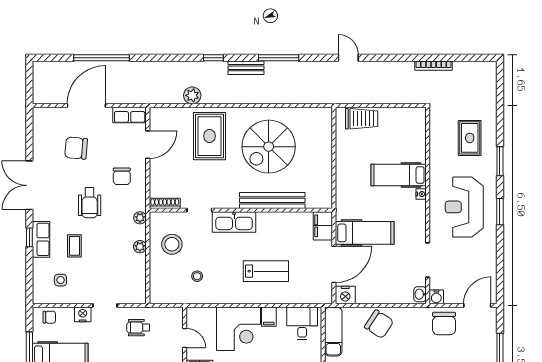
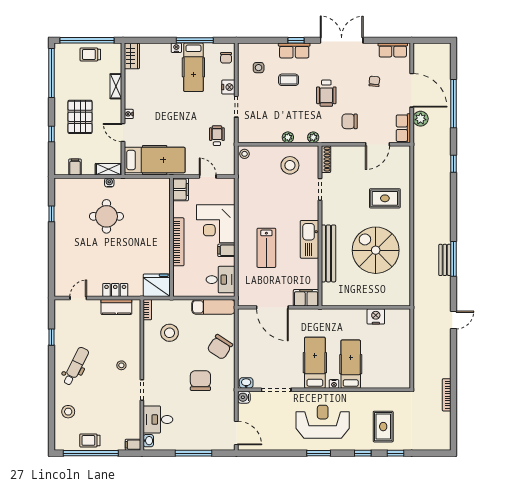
window: (213, 58) -> (453, 164), moved
bench: (246, 68) -> (445, 260), moved
plant: (192, 95) -> (421, 119), moved
trolley: (362, 119) -> (400, 332), removed
window: (500, 124) -> (395, 453), added
row of seats: (40, 127) -> (393, 50), added
rug: (210, 136) -> (385, 198), width x0.73, depth x0.70
rug: (470, 138) -> (383, 427), turned 90
door: (148, 145) -> (377, 144), hinge flipped
chair: (76, 148) -> (374, 81), width x0.54, depth x0.54
window: (500, 161) -> (363, 453), width x0.67
wheelchair: (90, 203) -> (326, 93), turned -90
kitchen sink: (234, 222) -> (309, 239), moved
hospital bed: (365, 233) -> (315, 363), moved, turned 180
stool: (197, 276) -> (245, 154), moved
nightstand: (345, 295) -> (376, 316), moved, turned 90
chair: (444, 323) -> (200, 381), moved, turned 90
door: (185, 338) -> (208, 177), swing flipped

